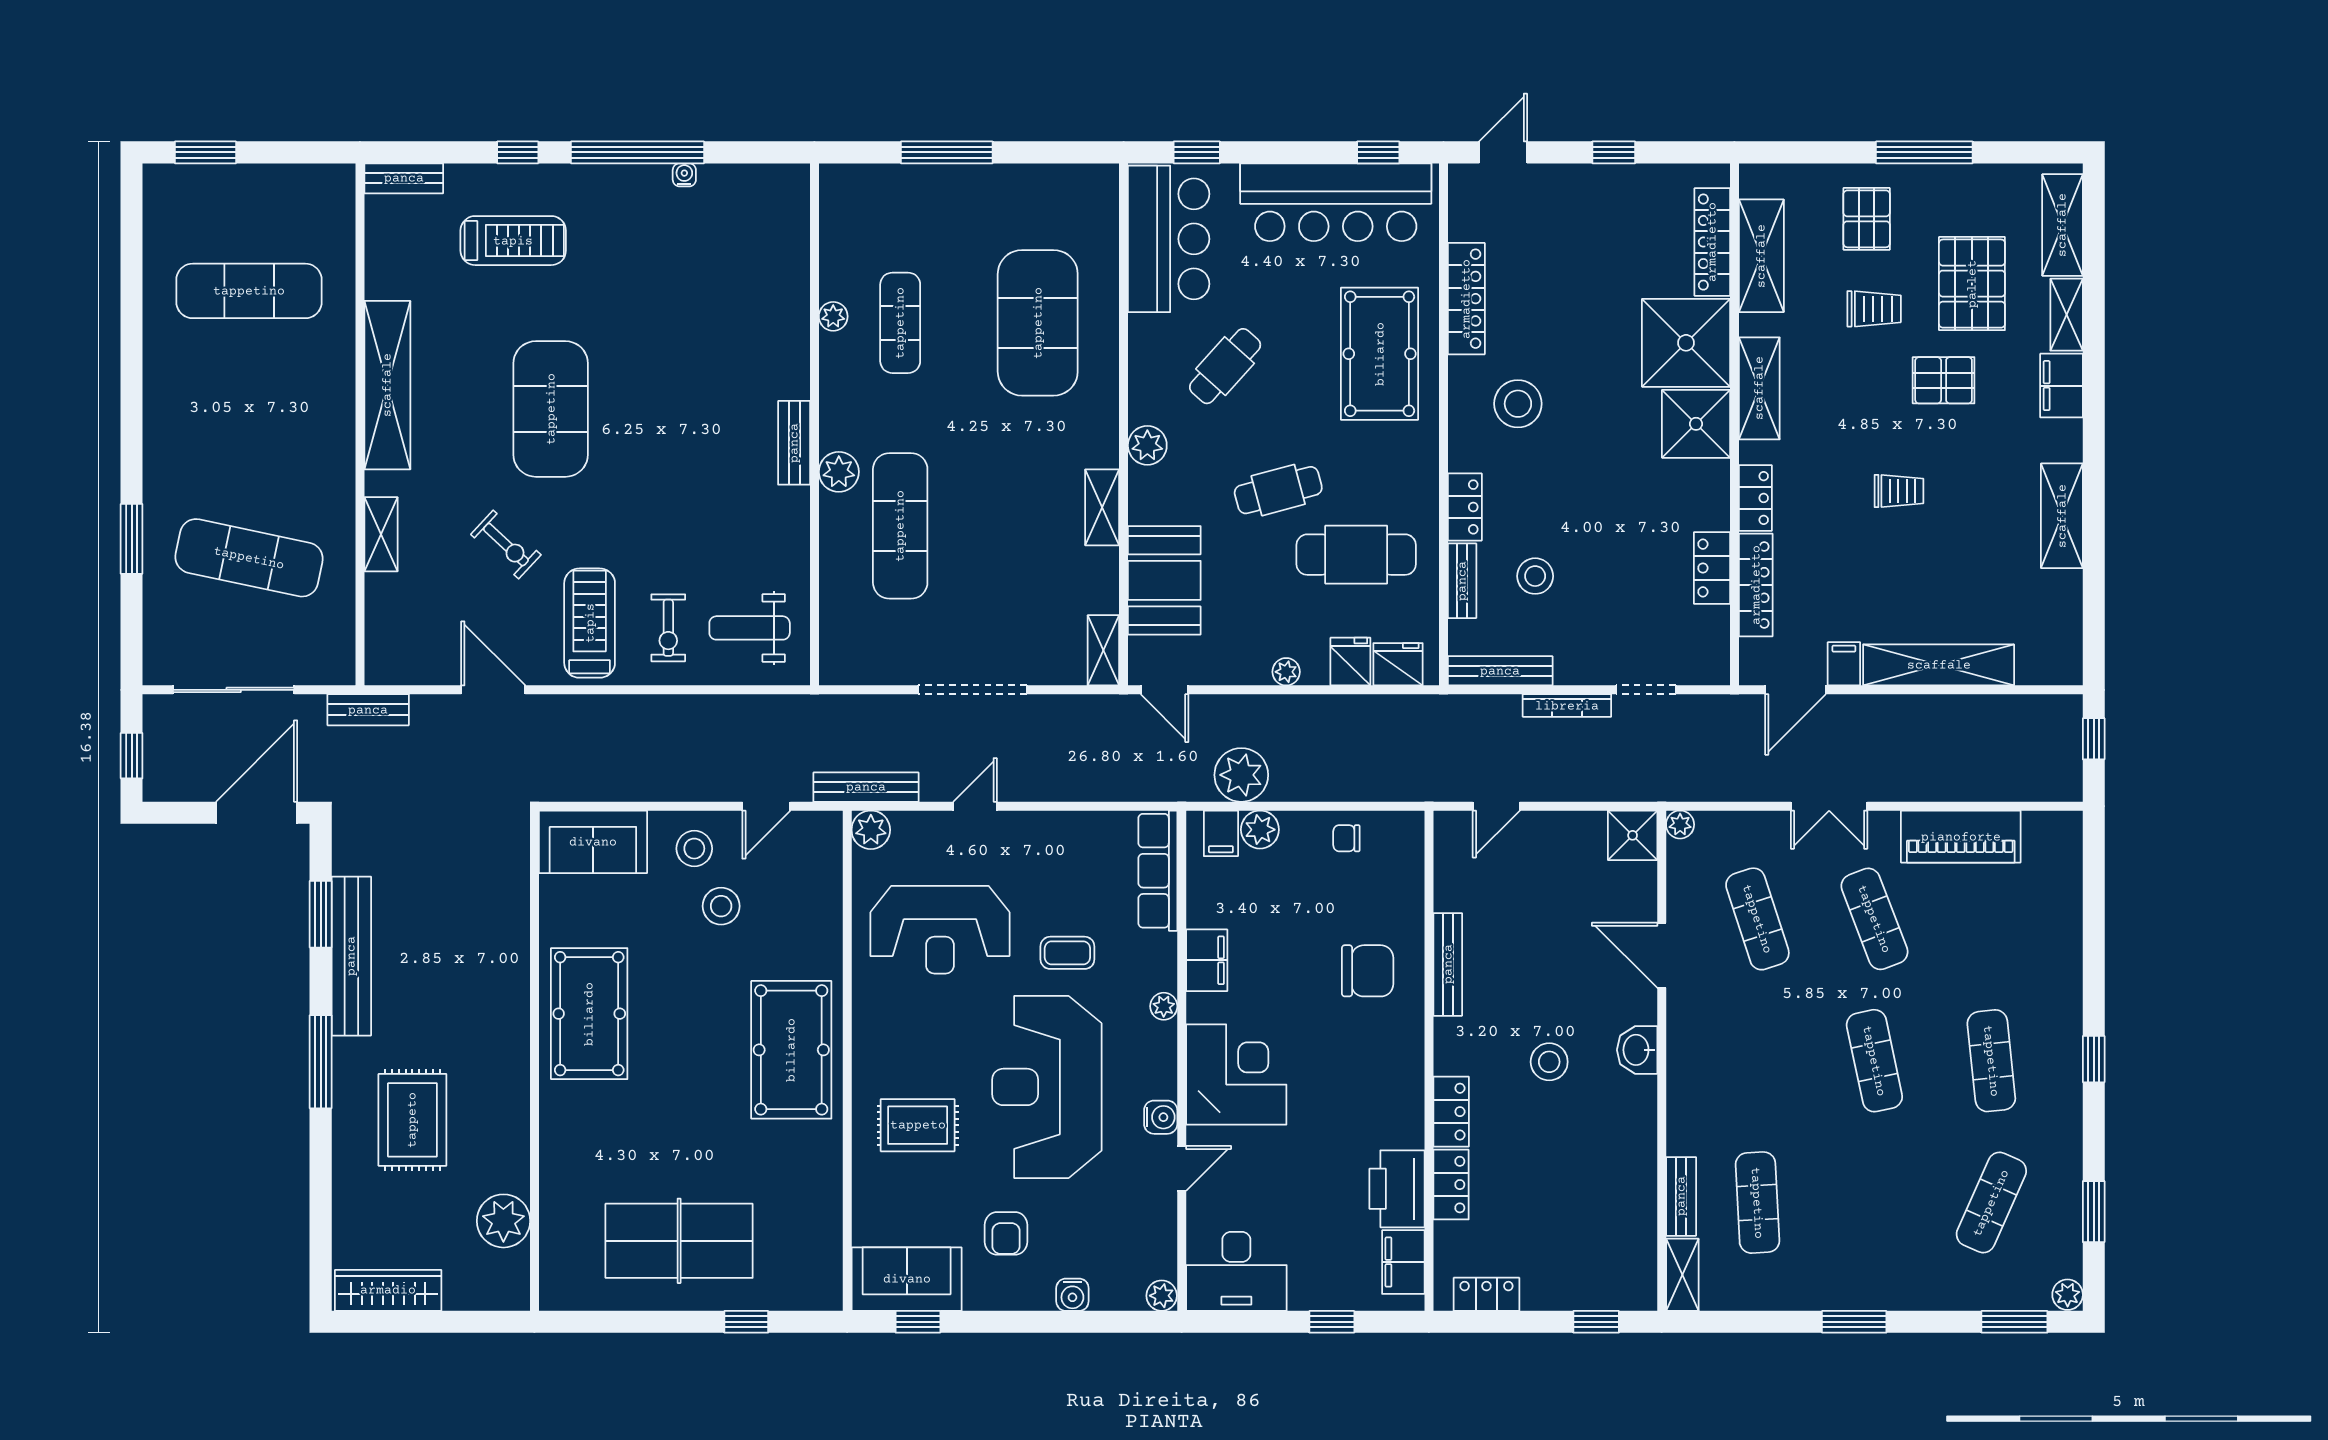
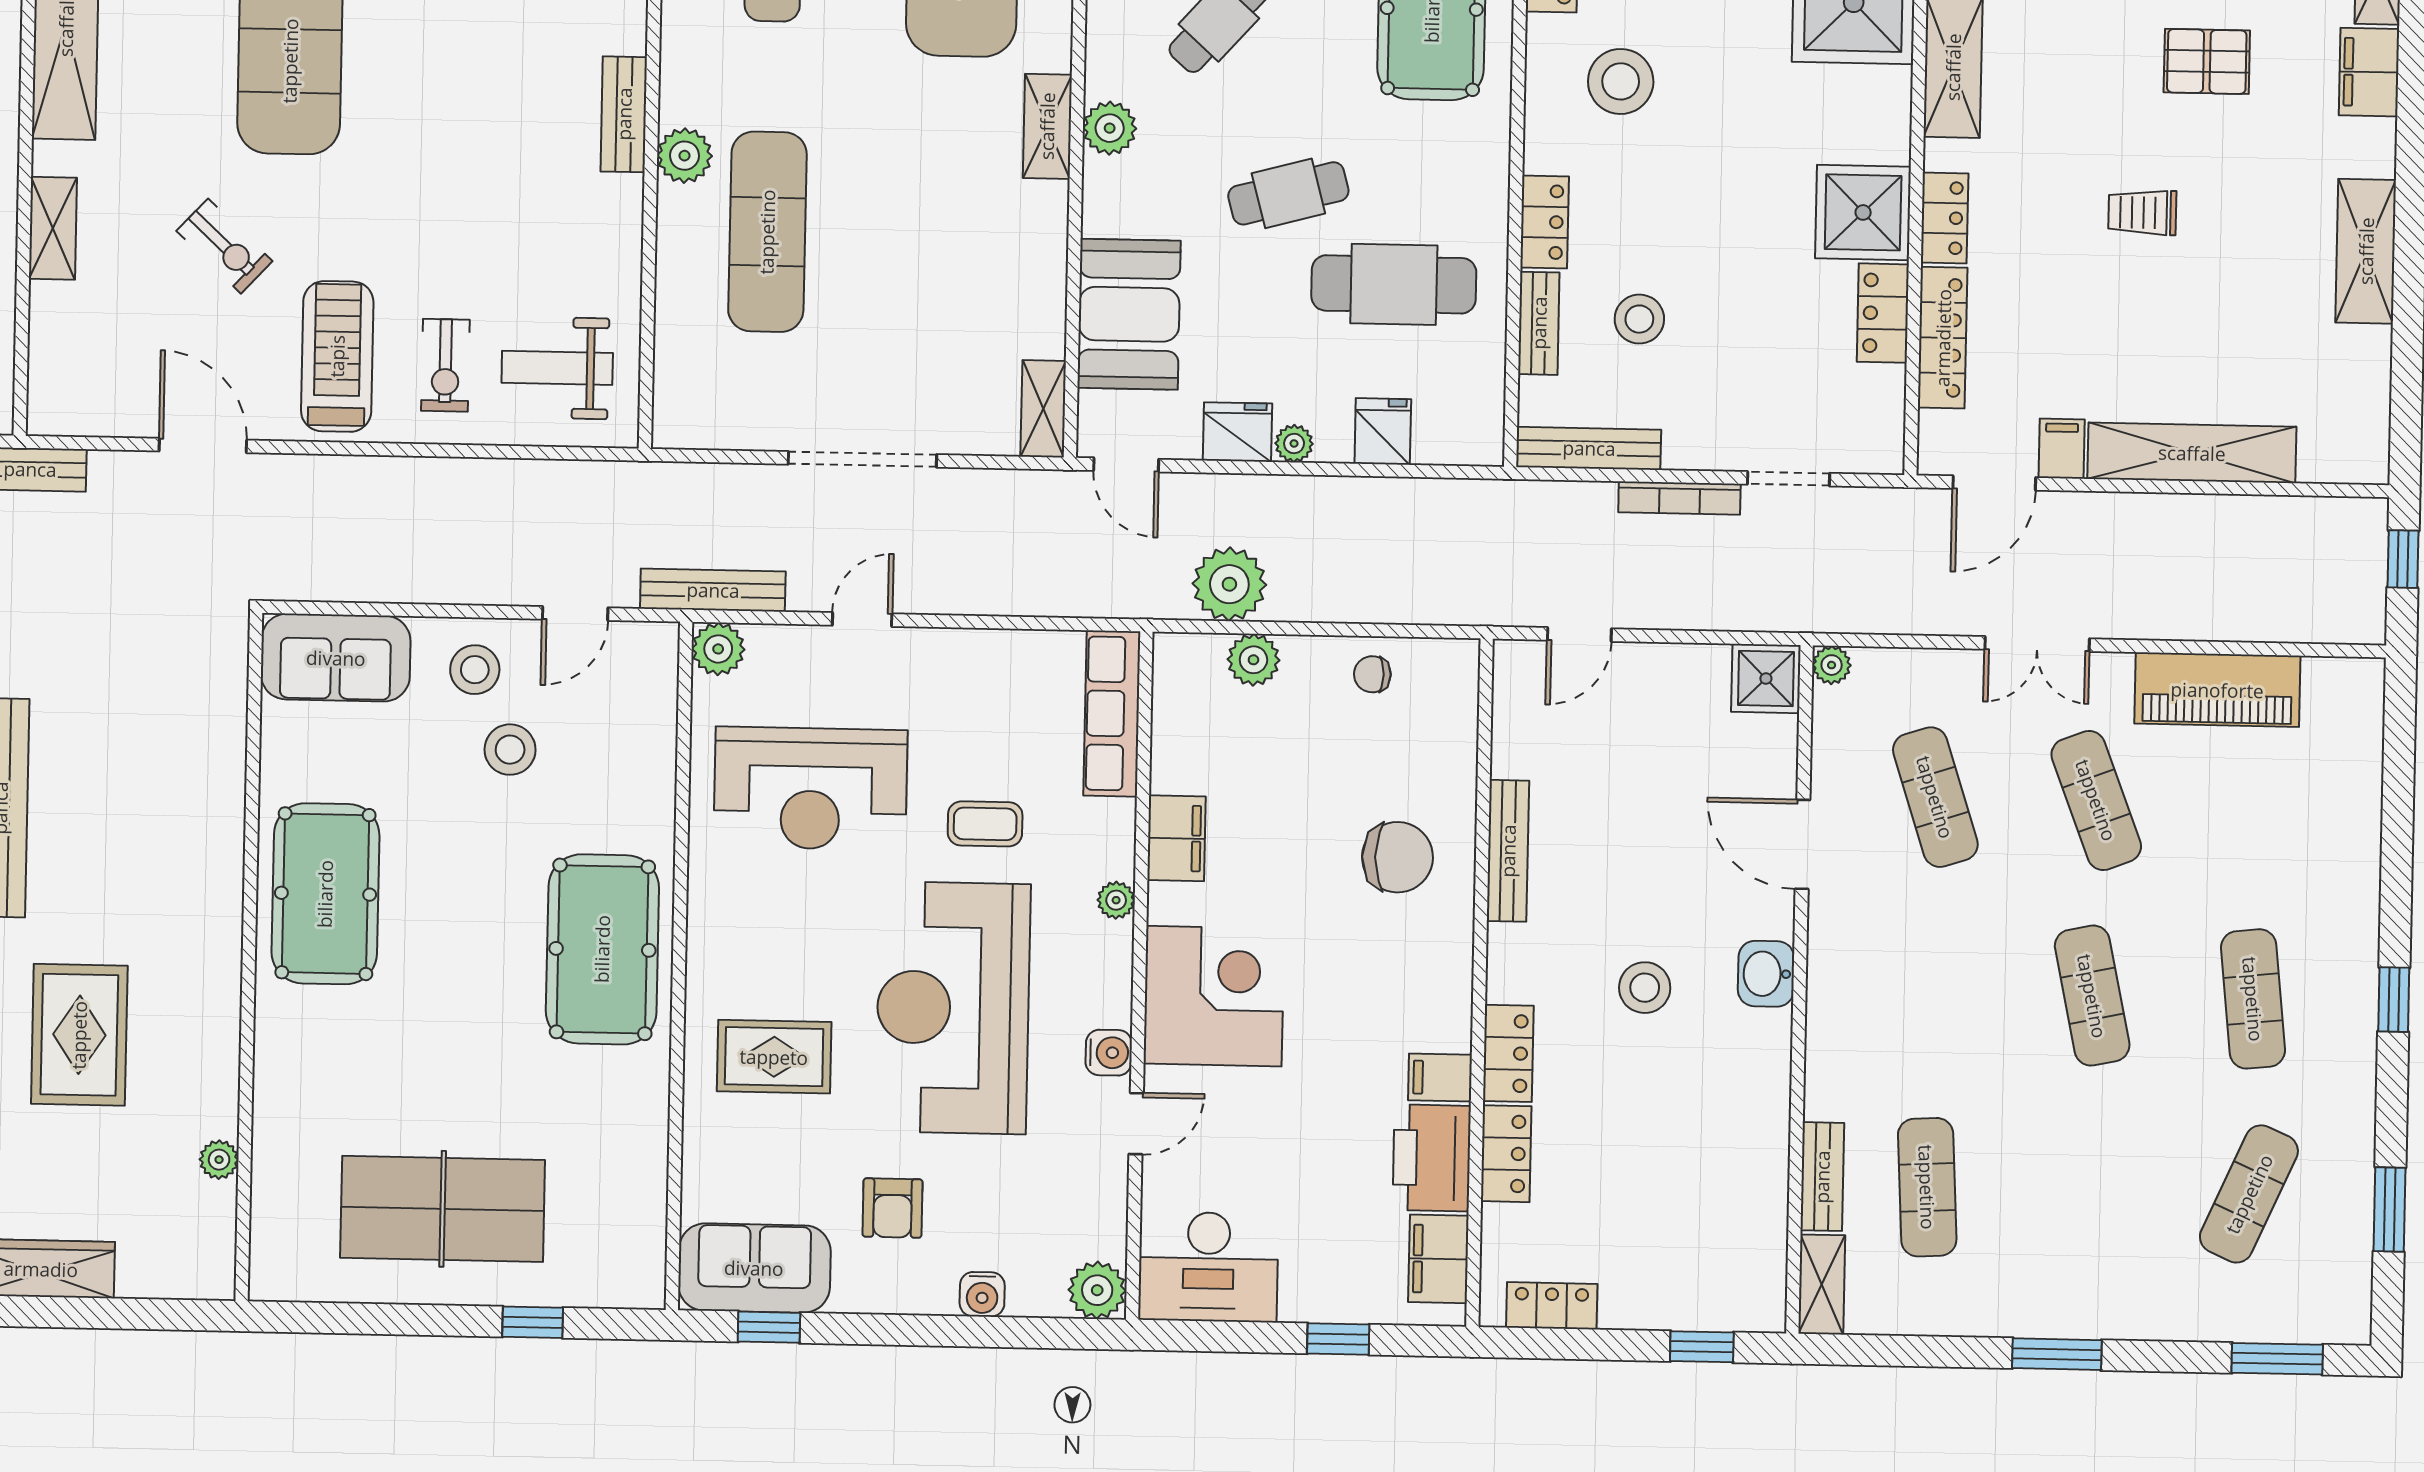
shower: (1696, 424) -> (1863, 212), moved
trolley: (1899, 491) -> (2142, 213), turned 180
shelving: (1102, 507) -> (1047, 126), moved
fridge: (1398, 664) -> (1237, 432), moved
filing cabinet: (1221, 833) -> (1440, 1078), moved, turned 90
plant: (503, 1221) -> (219, 1160), width x0.53, depth x0.53
plant: (2068, 1295) -> (2351, 1323), removed
plant: (1162, 1296) -> (1097, 1290), width x1.38, depth x1.38

